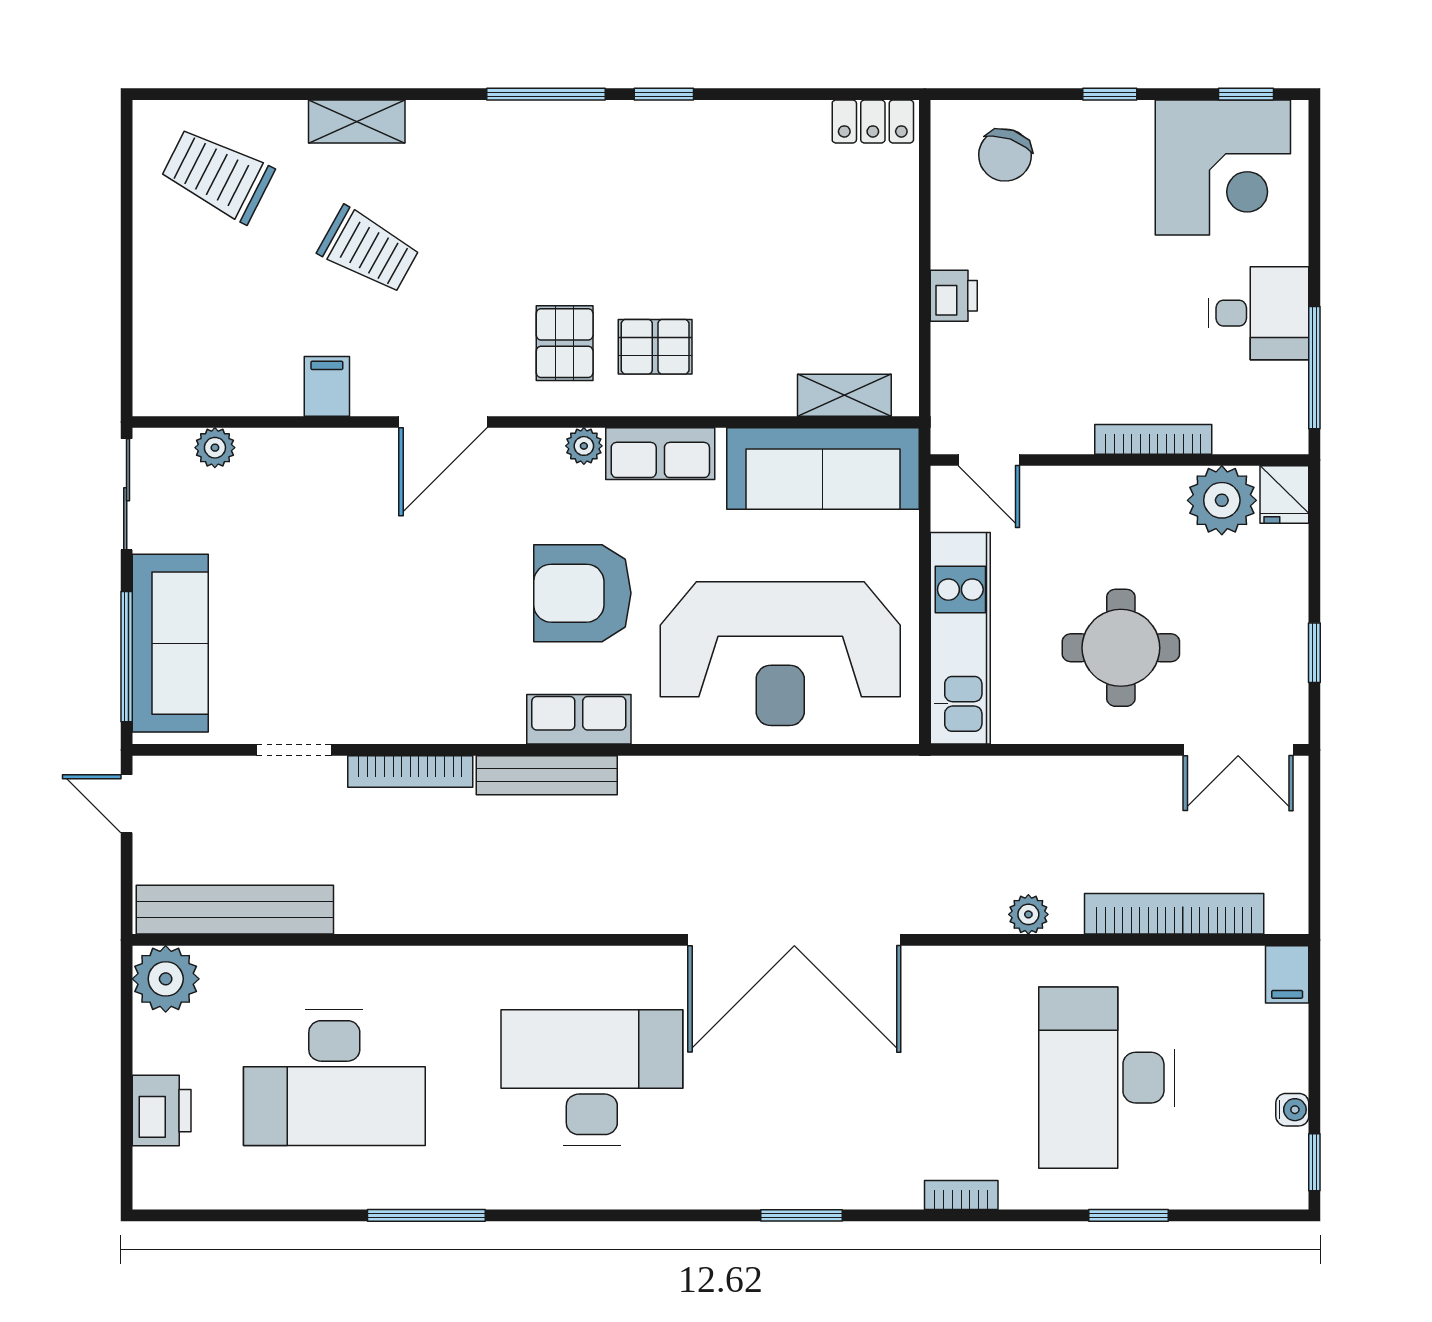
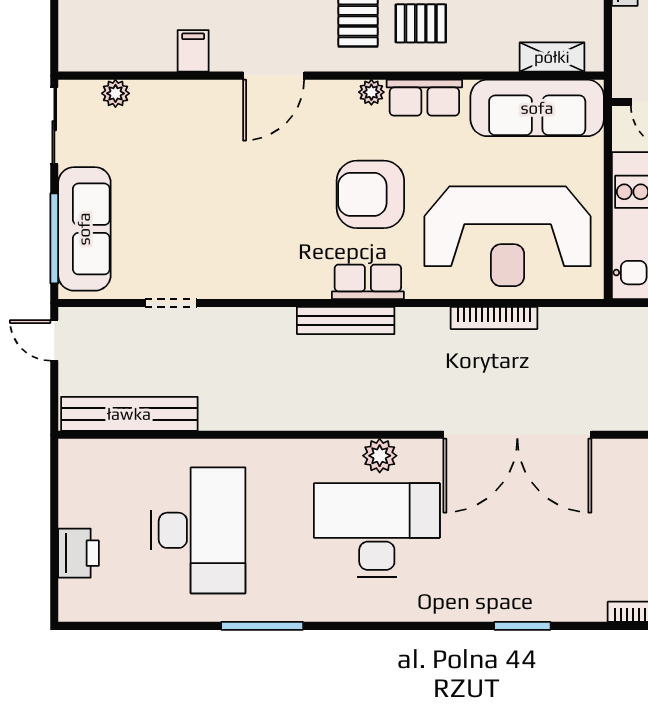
bookcase: (410, 771) -> (494, 318), moved
plant: (166, 979) -> (380, 456), moved, width x0.73, depth x0.73
desk: (334, 1078) -> (198, 530), turned -90

